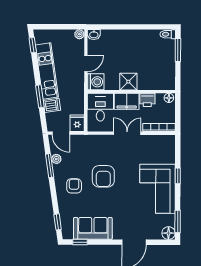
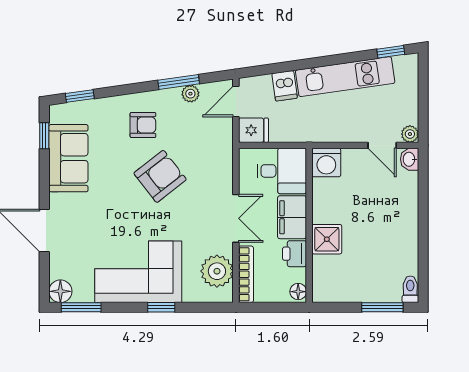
door: (86, 63) -> (382, 145), moved
shower: (128, 82) -> (327, 239), moved
window: (40, 96) -> (301, 65), removed
plant: (157, 144) -> (217, 271), added
armchair: (103, 176) -> (160, 176), turned 142

